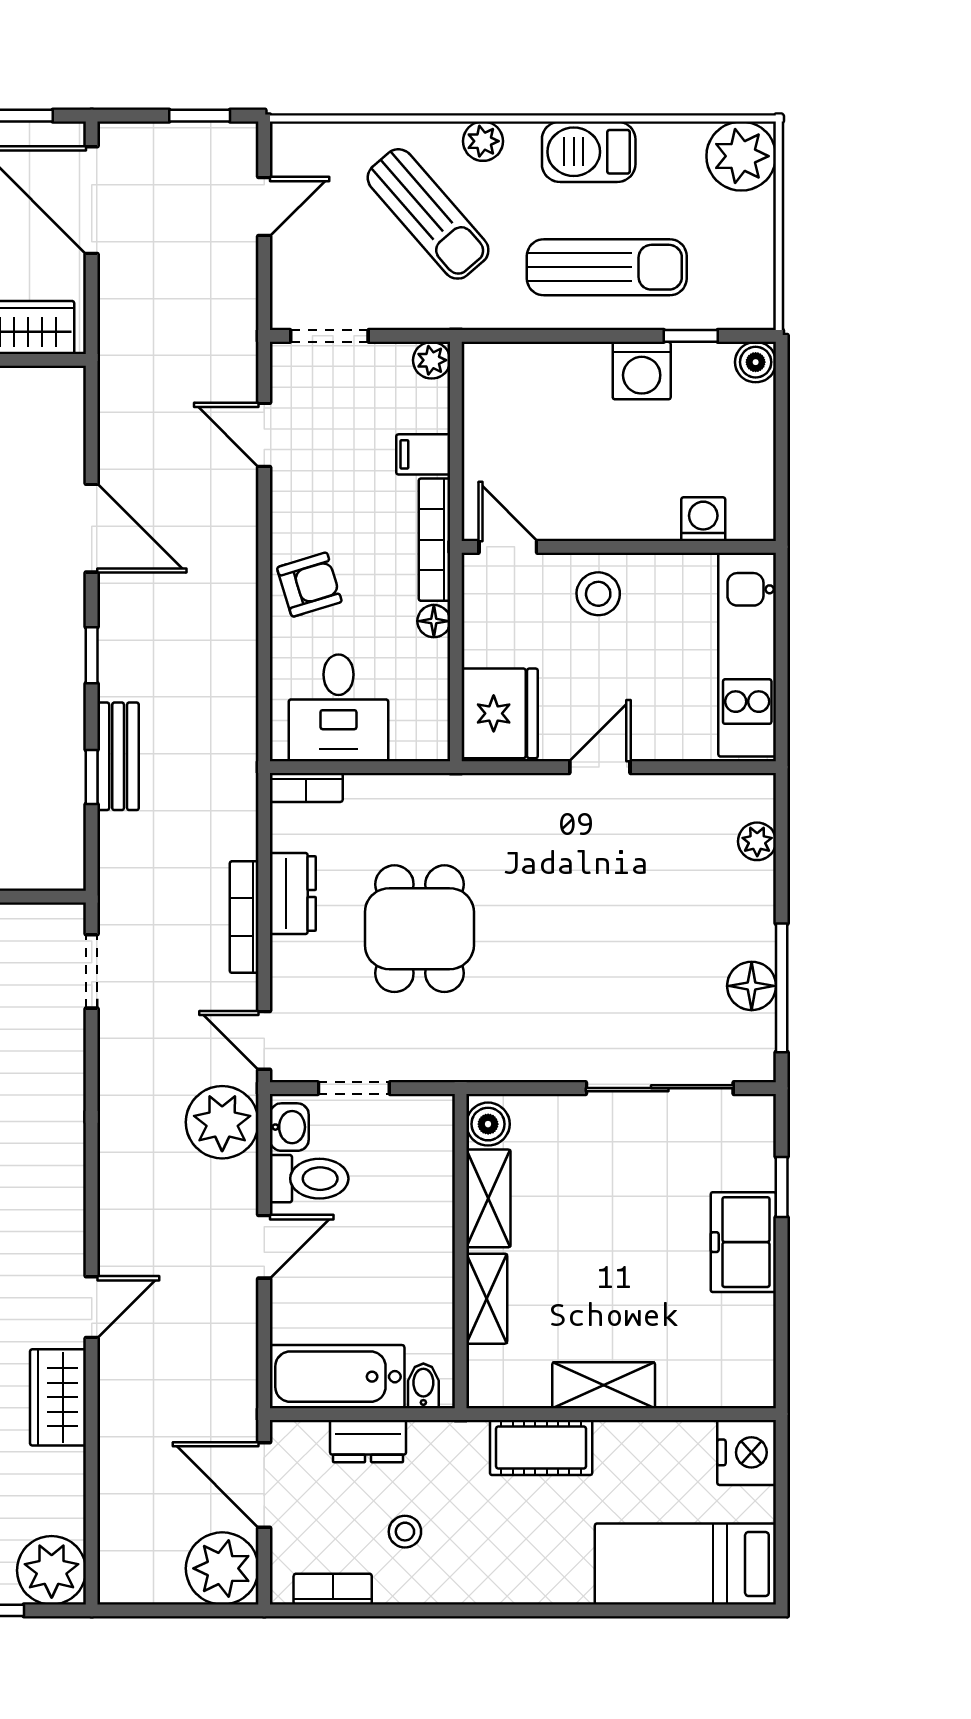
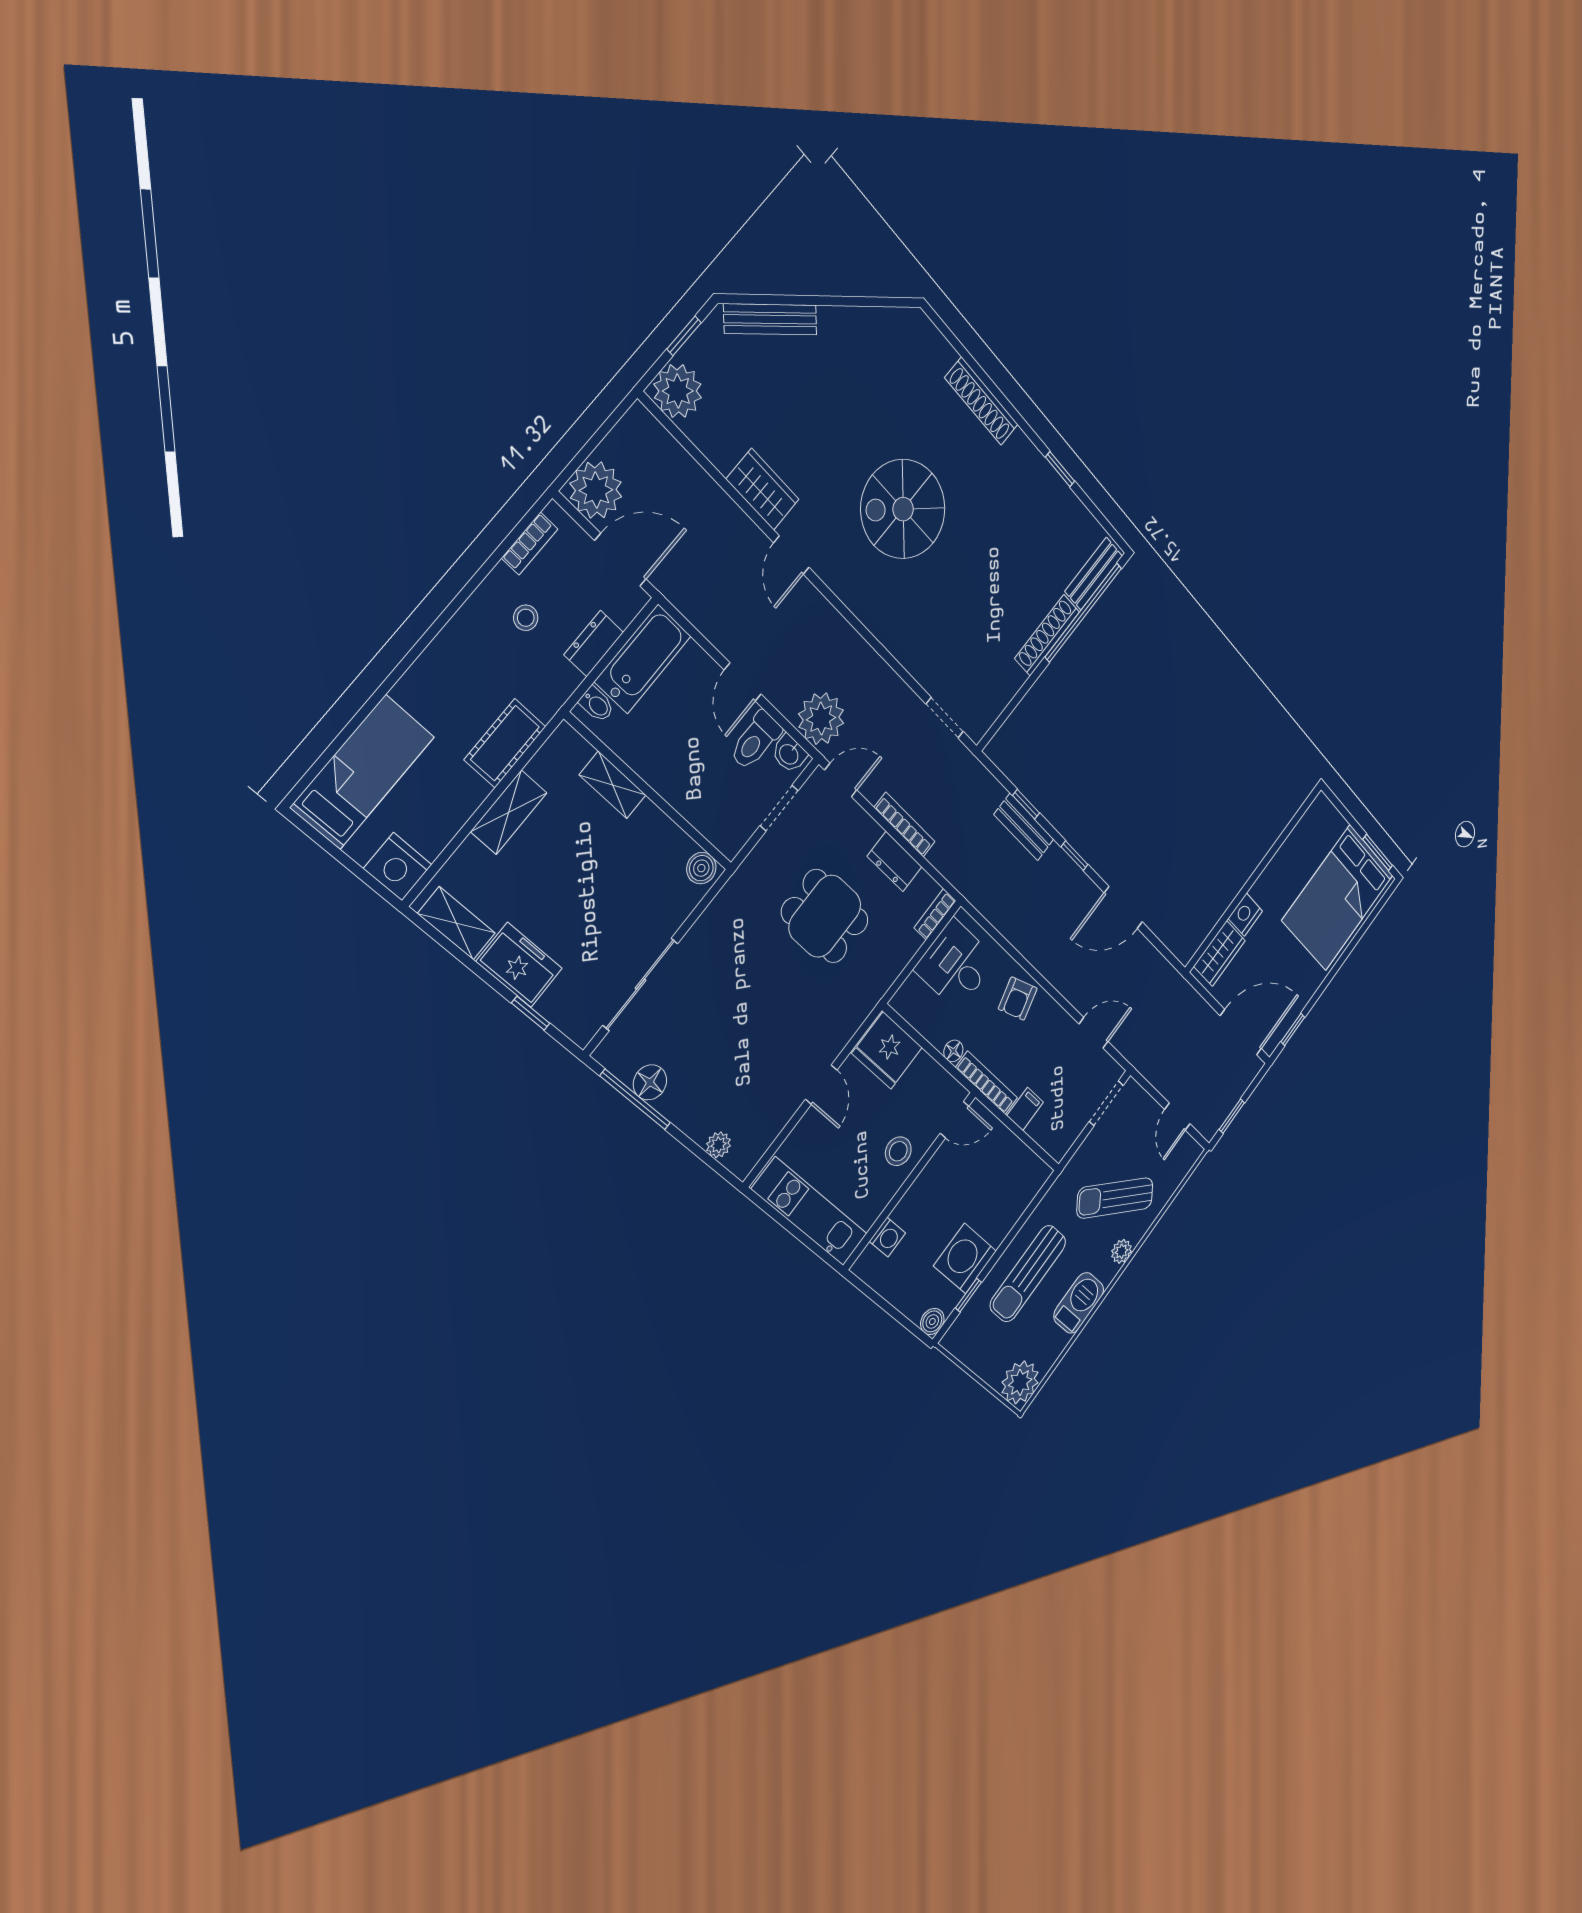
plant: (432, 360) -> (1059, 1148), removed
washing machine: (642, 371) -> (965, 1259), width x1.37, depth x1.37
shelving: (488, 1198) -> (456, 923), moved

